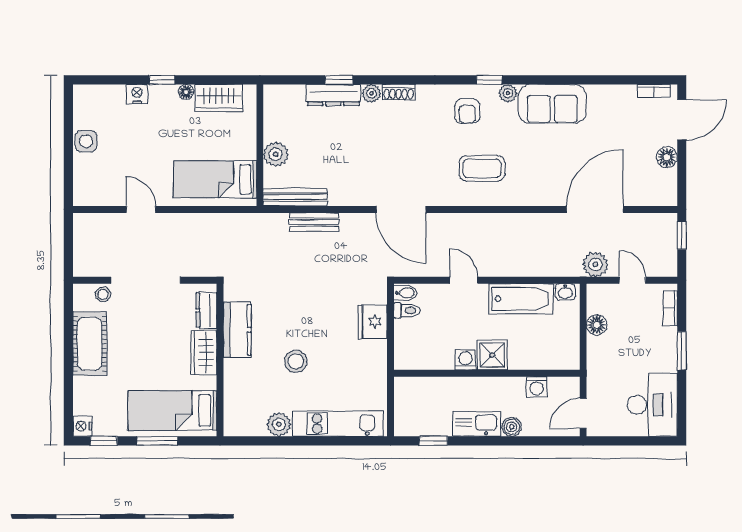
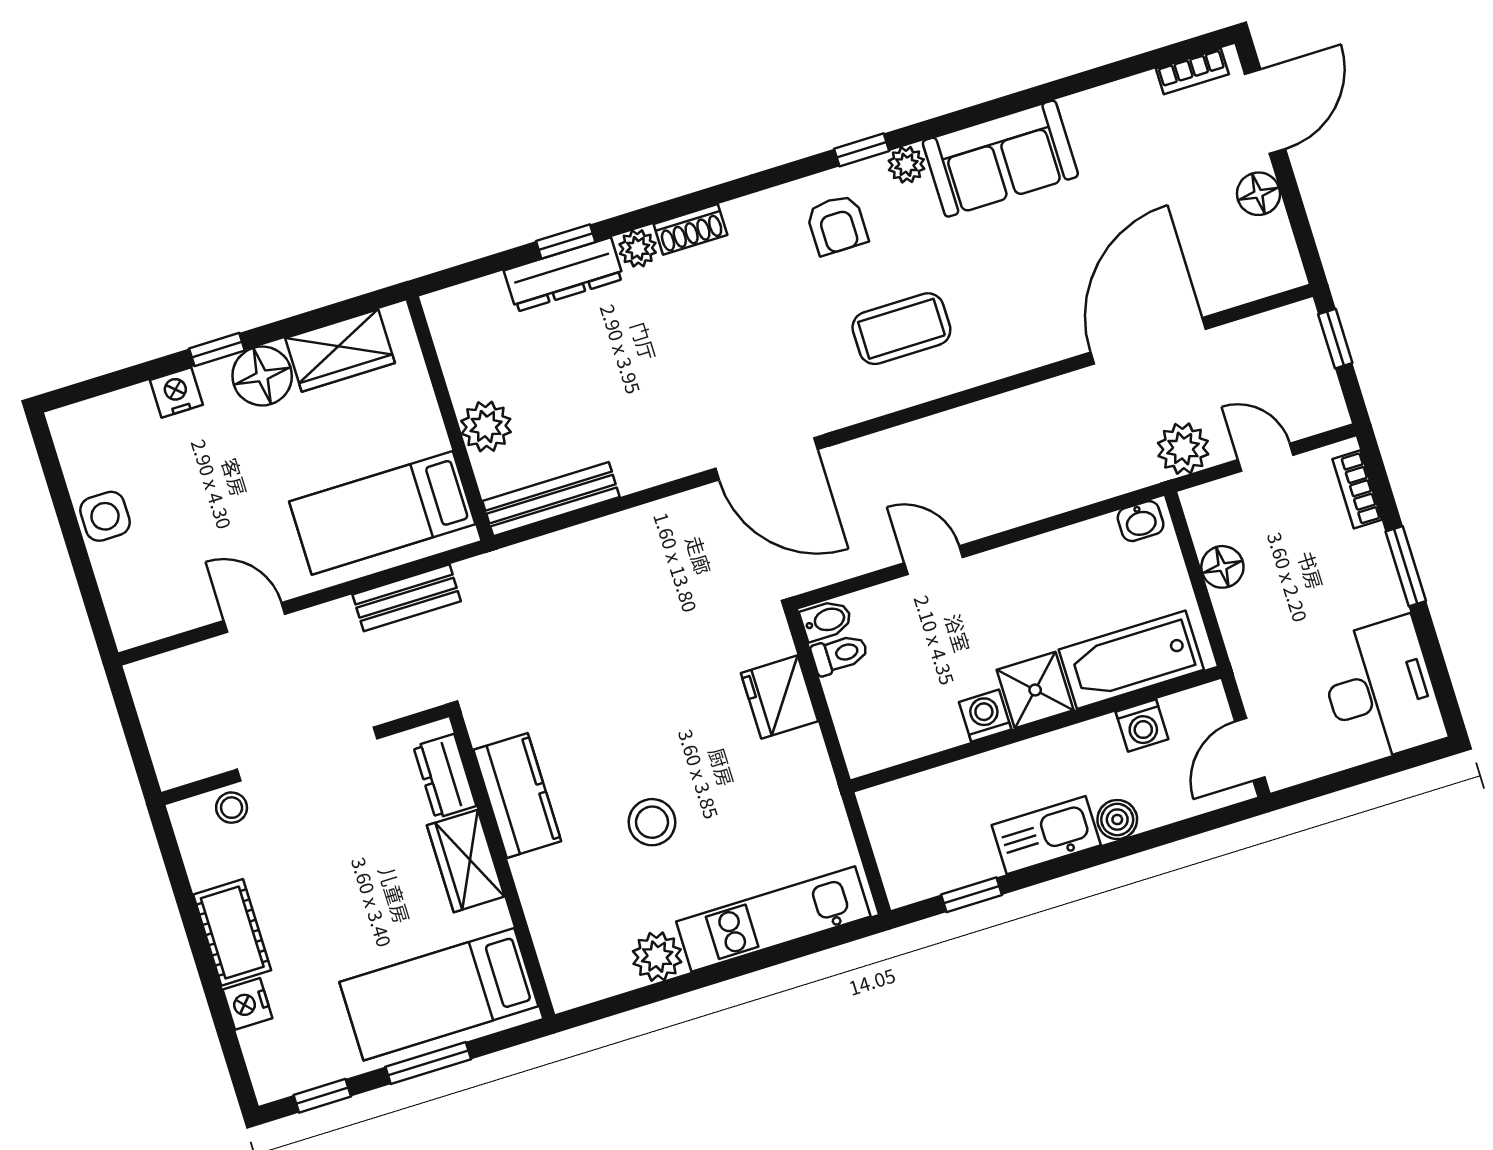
floor lamp: (186, 92) -> (262, 376), width x1.89, depth x1.89
bench: (314, 222) -> (407, 598), moved
bathtub: (521, 299) -> (1131, 660), moved, turned 180
cot: (90, 344) -> (232, 932), width x0.73, depth x0.75
nightstand: (82, 426) -> (247, 1004), moved

